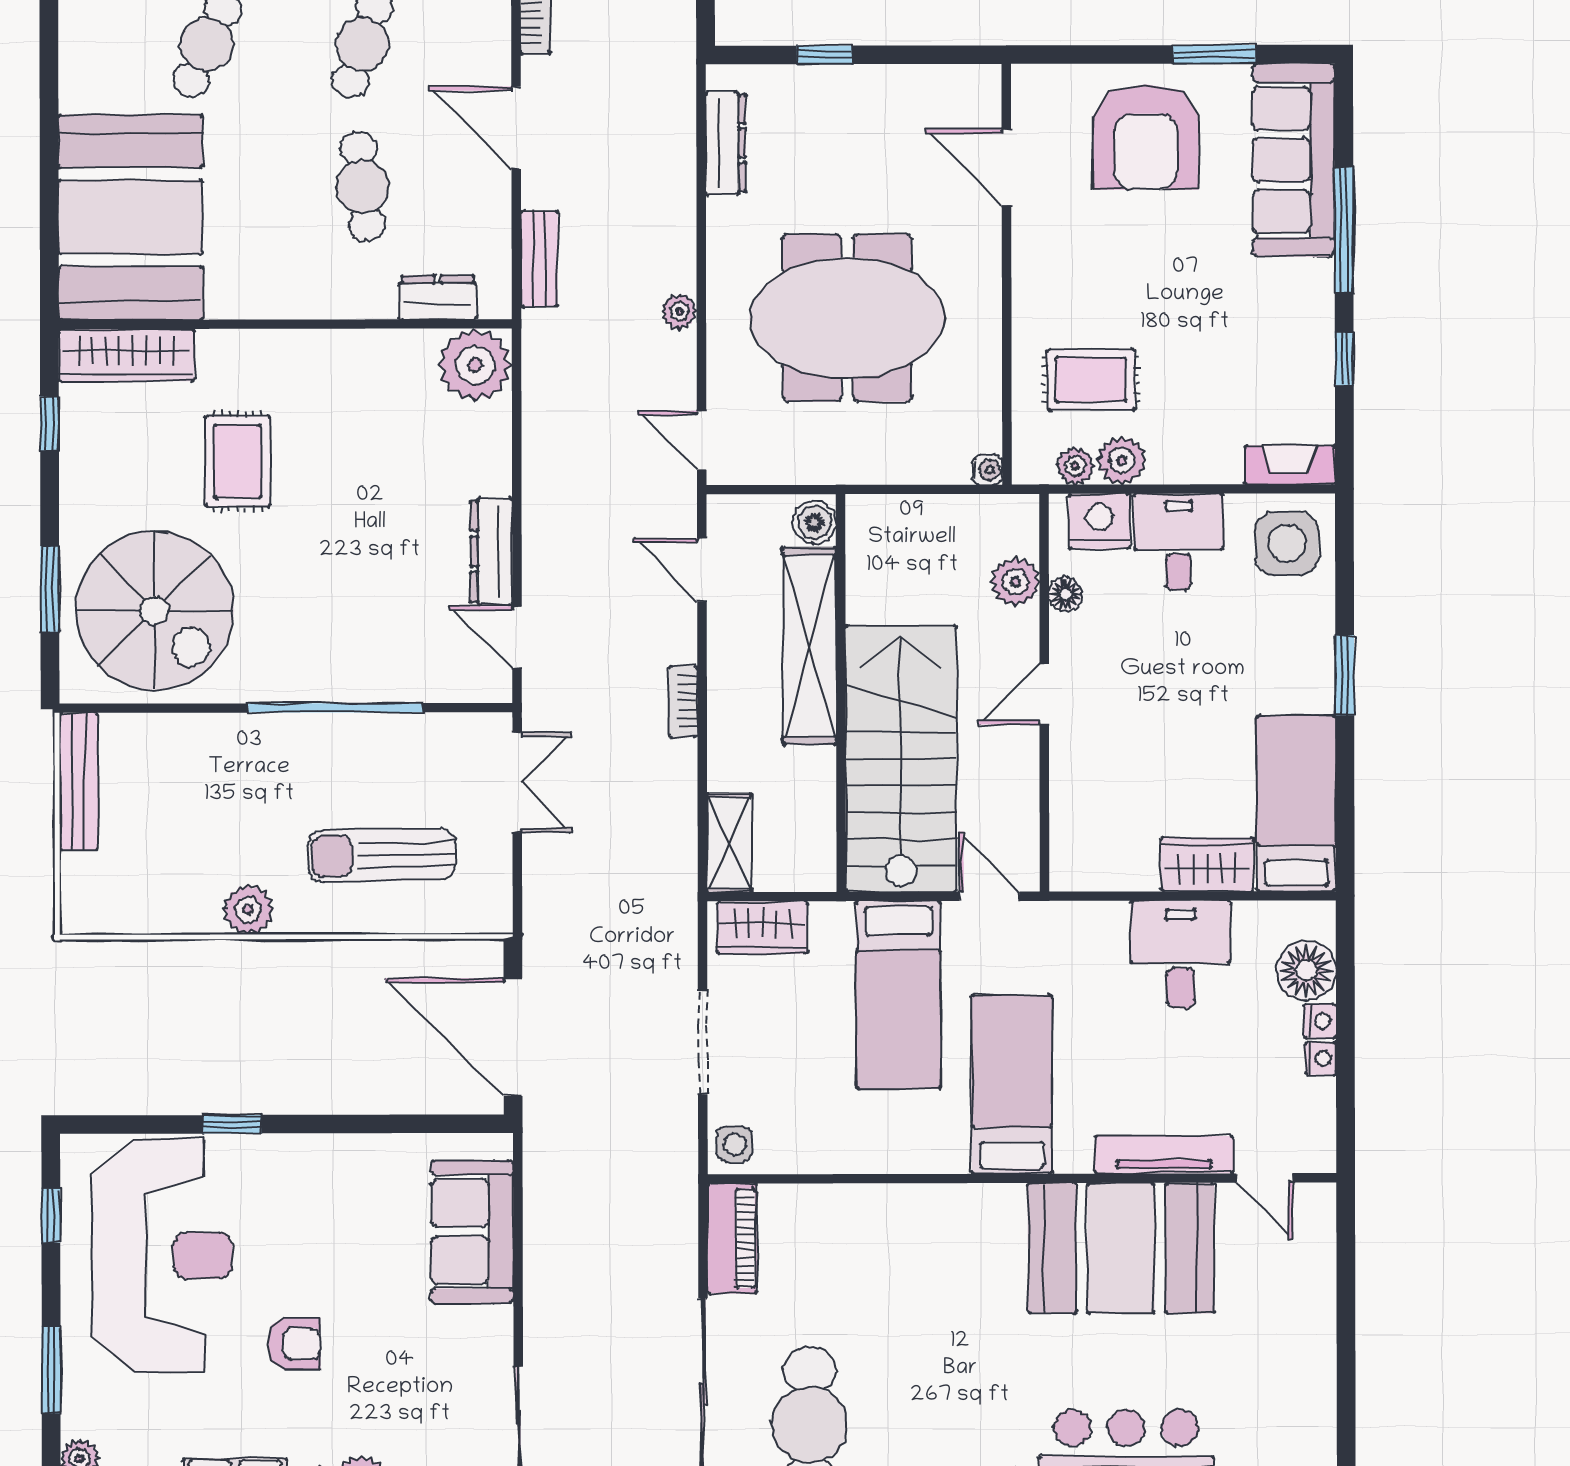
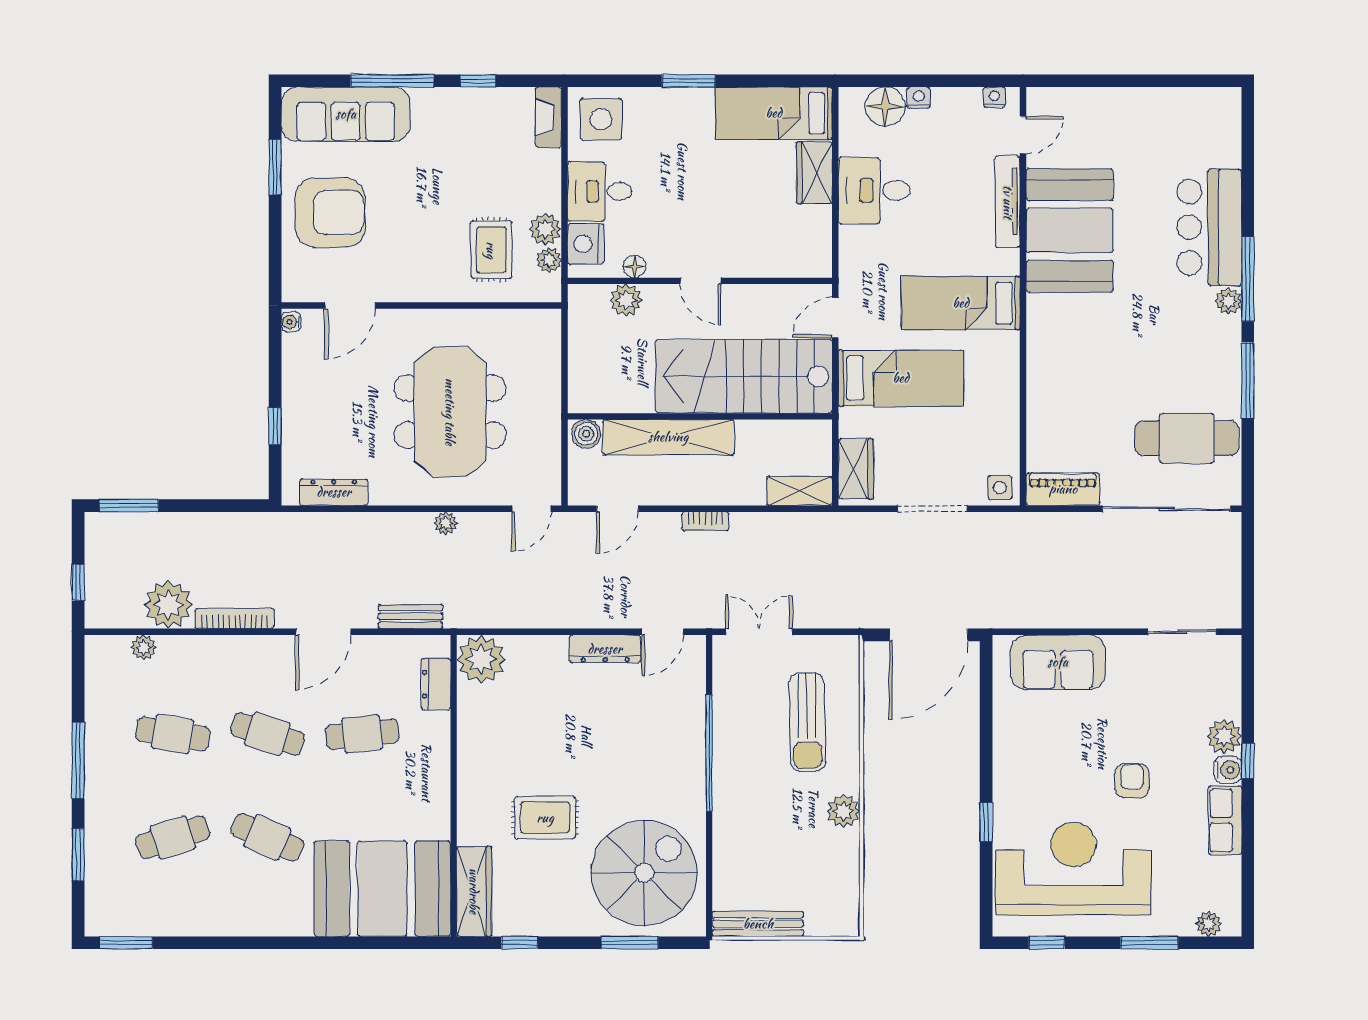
water cooler: (987, 470) -> (291, 322), moved, turned -90
nightstand: (1321, 1058) -> (994, 97), moved

